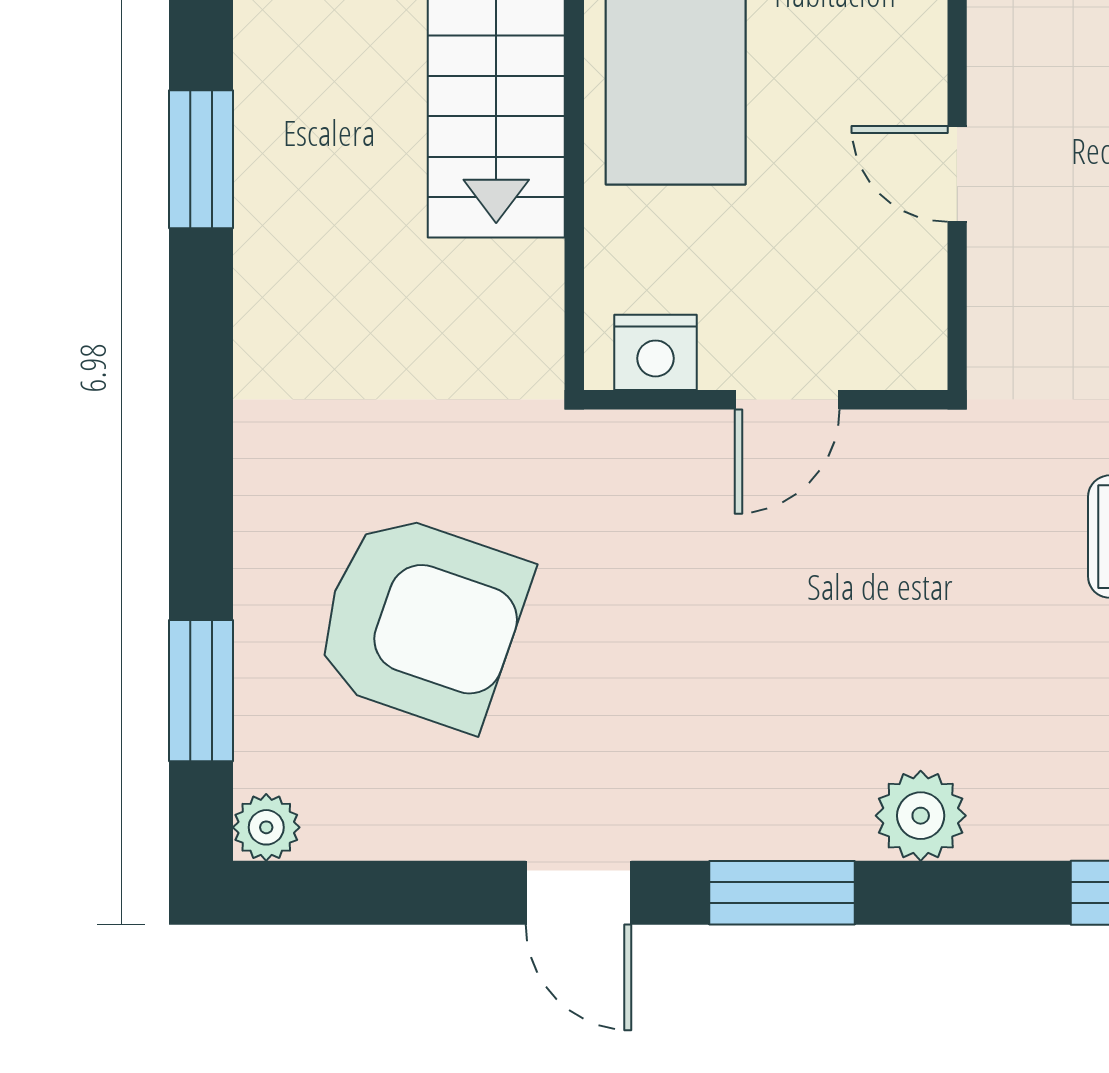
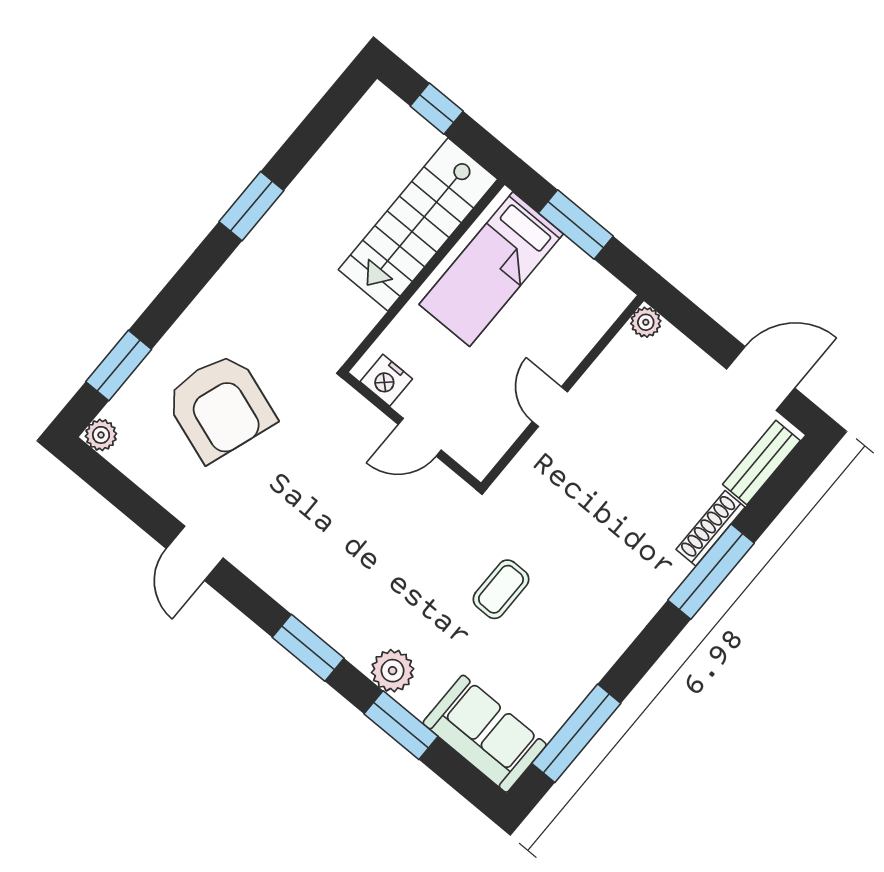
window: (201, 159) -> (251, 206), moved
plant: (921, 816) -> (393, 671), moved
window: (782, 893) -> (308, 648), moved

